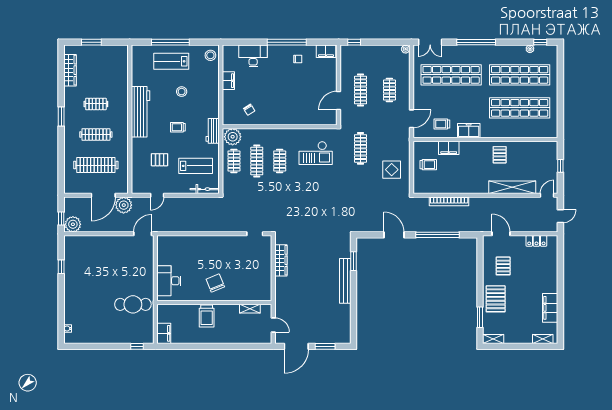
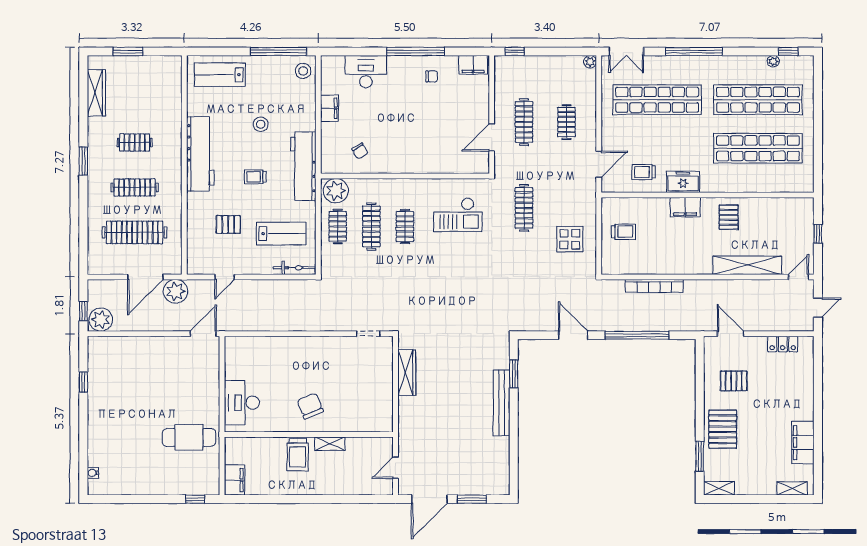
window: (170, 42) -> (279, 51), moved
lab bench: (171, 61) -> (220, 75), moved
workbench: (213, 131) -> (303, 166), width x1.88, depth x1.32
filing cabinet: (449, 148) -> (685, 207), moved
pallet: (503, 266) -> (734, 381), turned 90
shelving: (250, 309) -> (330, 444), moved
door: (273, 325) -> (395, 468), swing flipped

